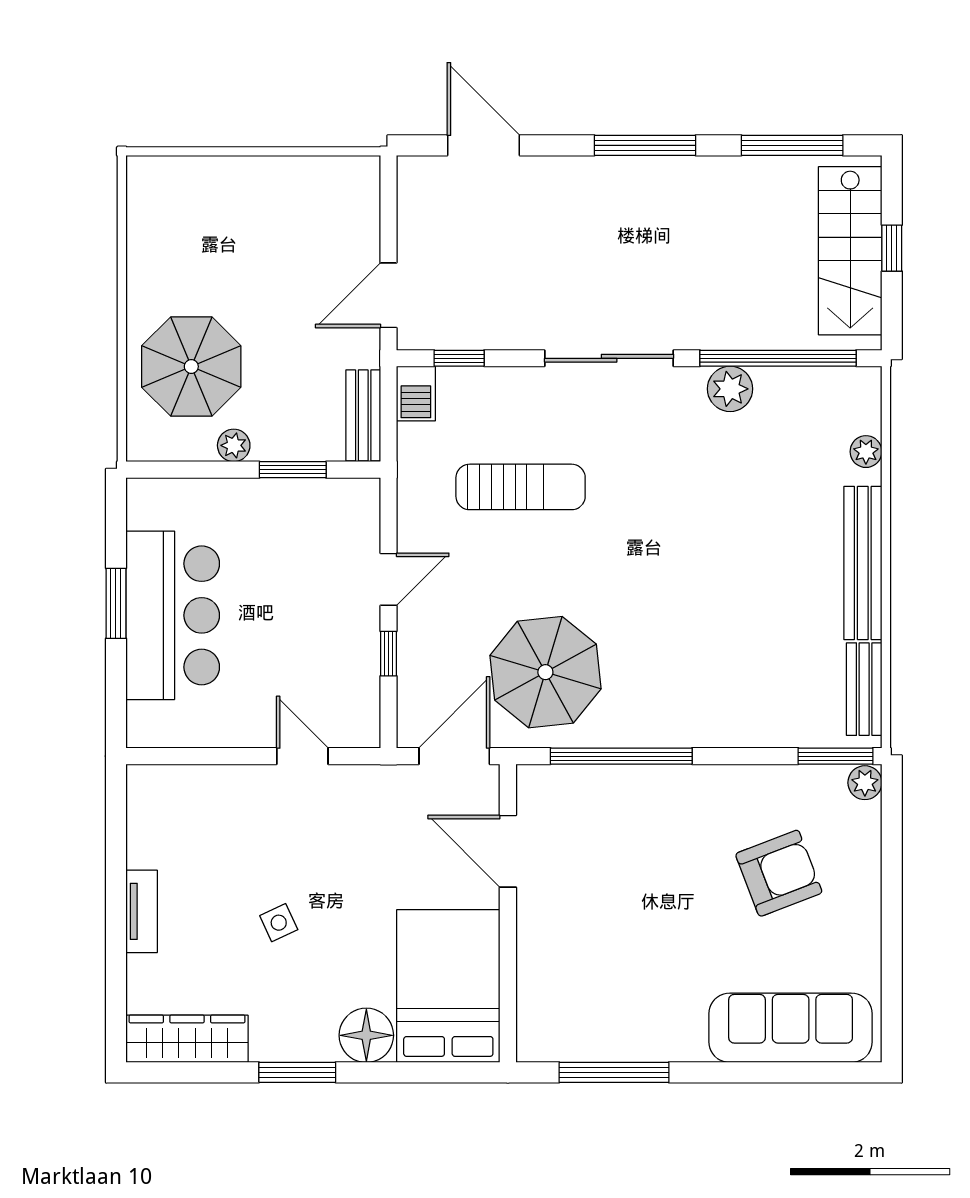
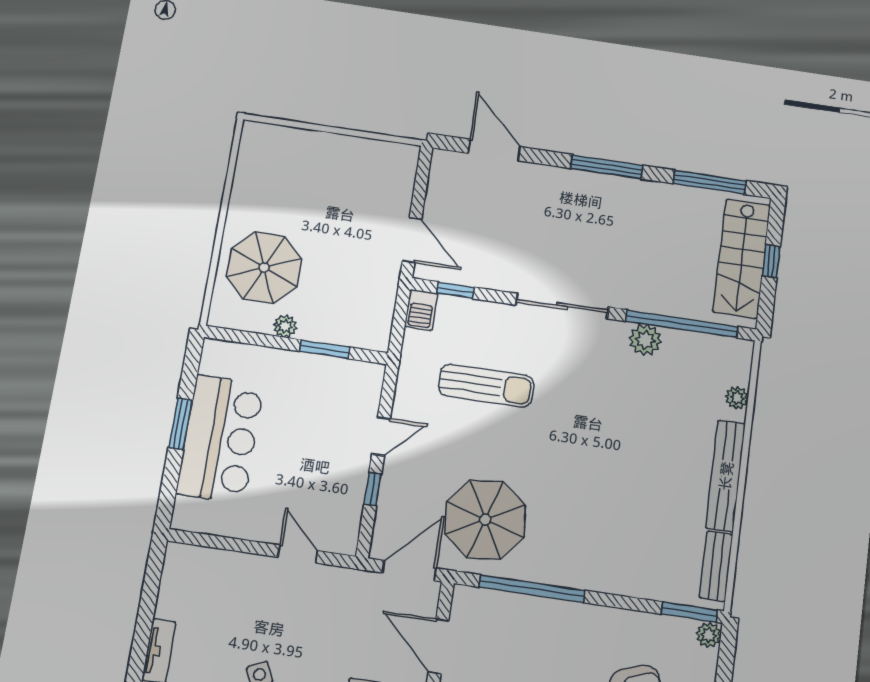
door: (388, 295) -> (412, 240), swing flipped
bench: (363, 415) -> (381, 319), removed

